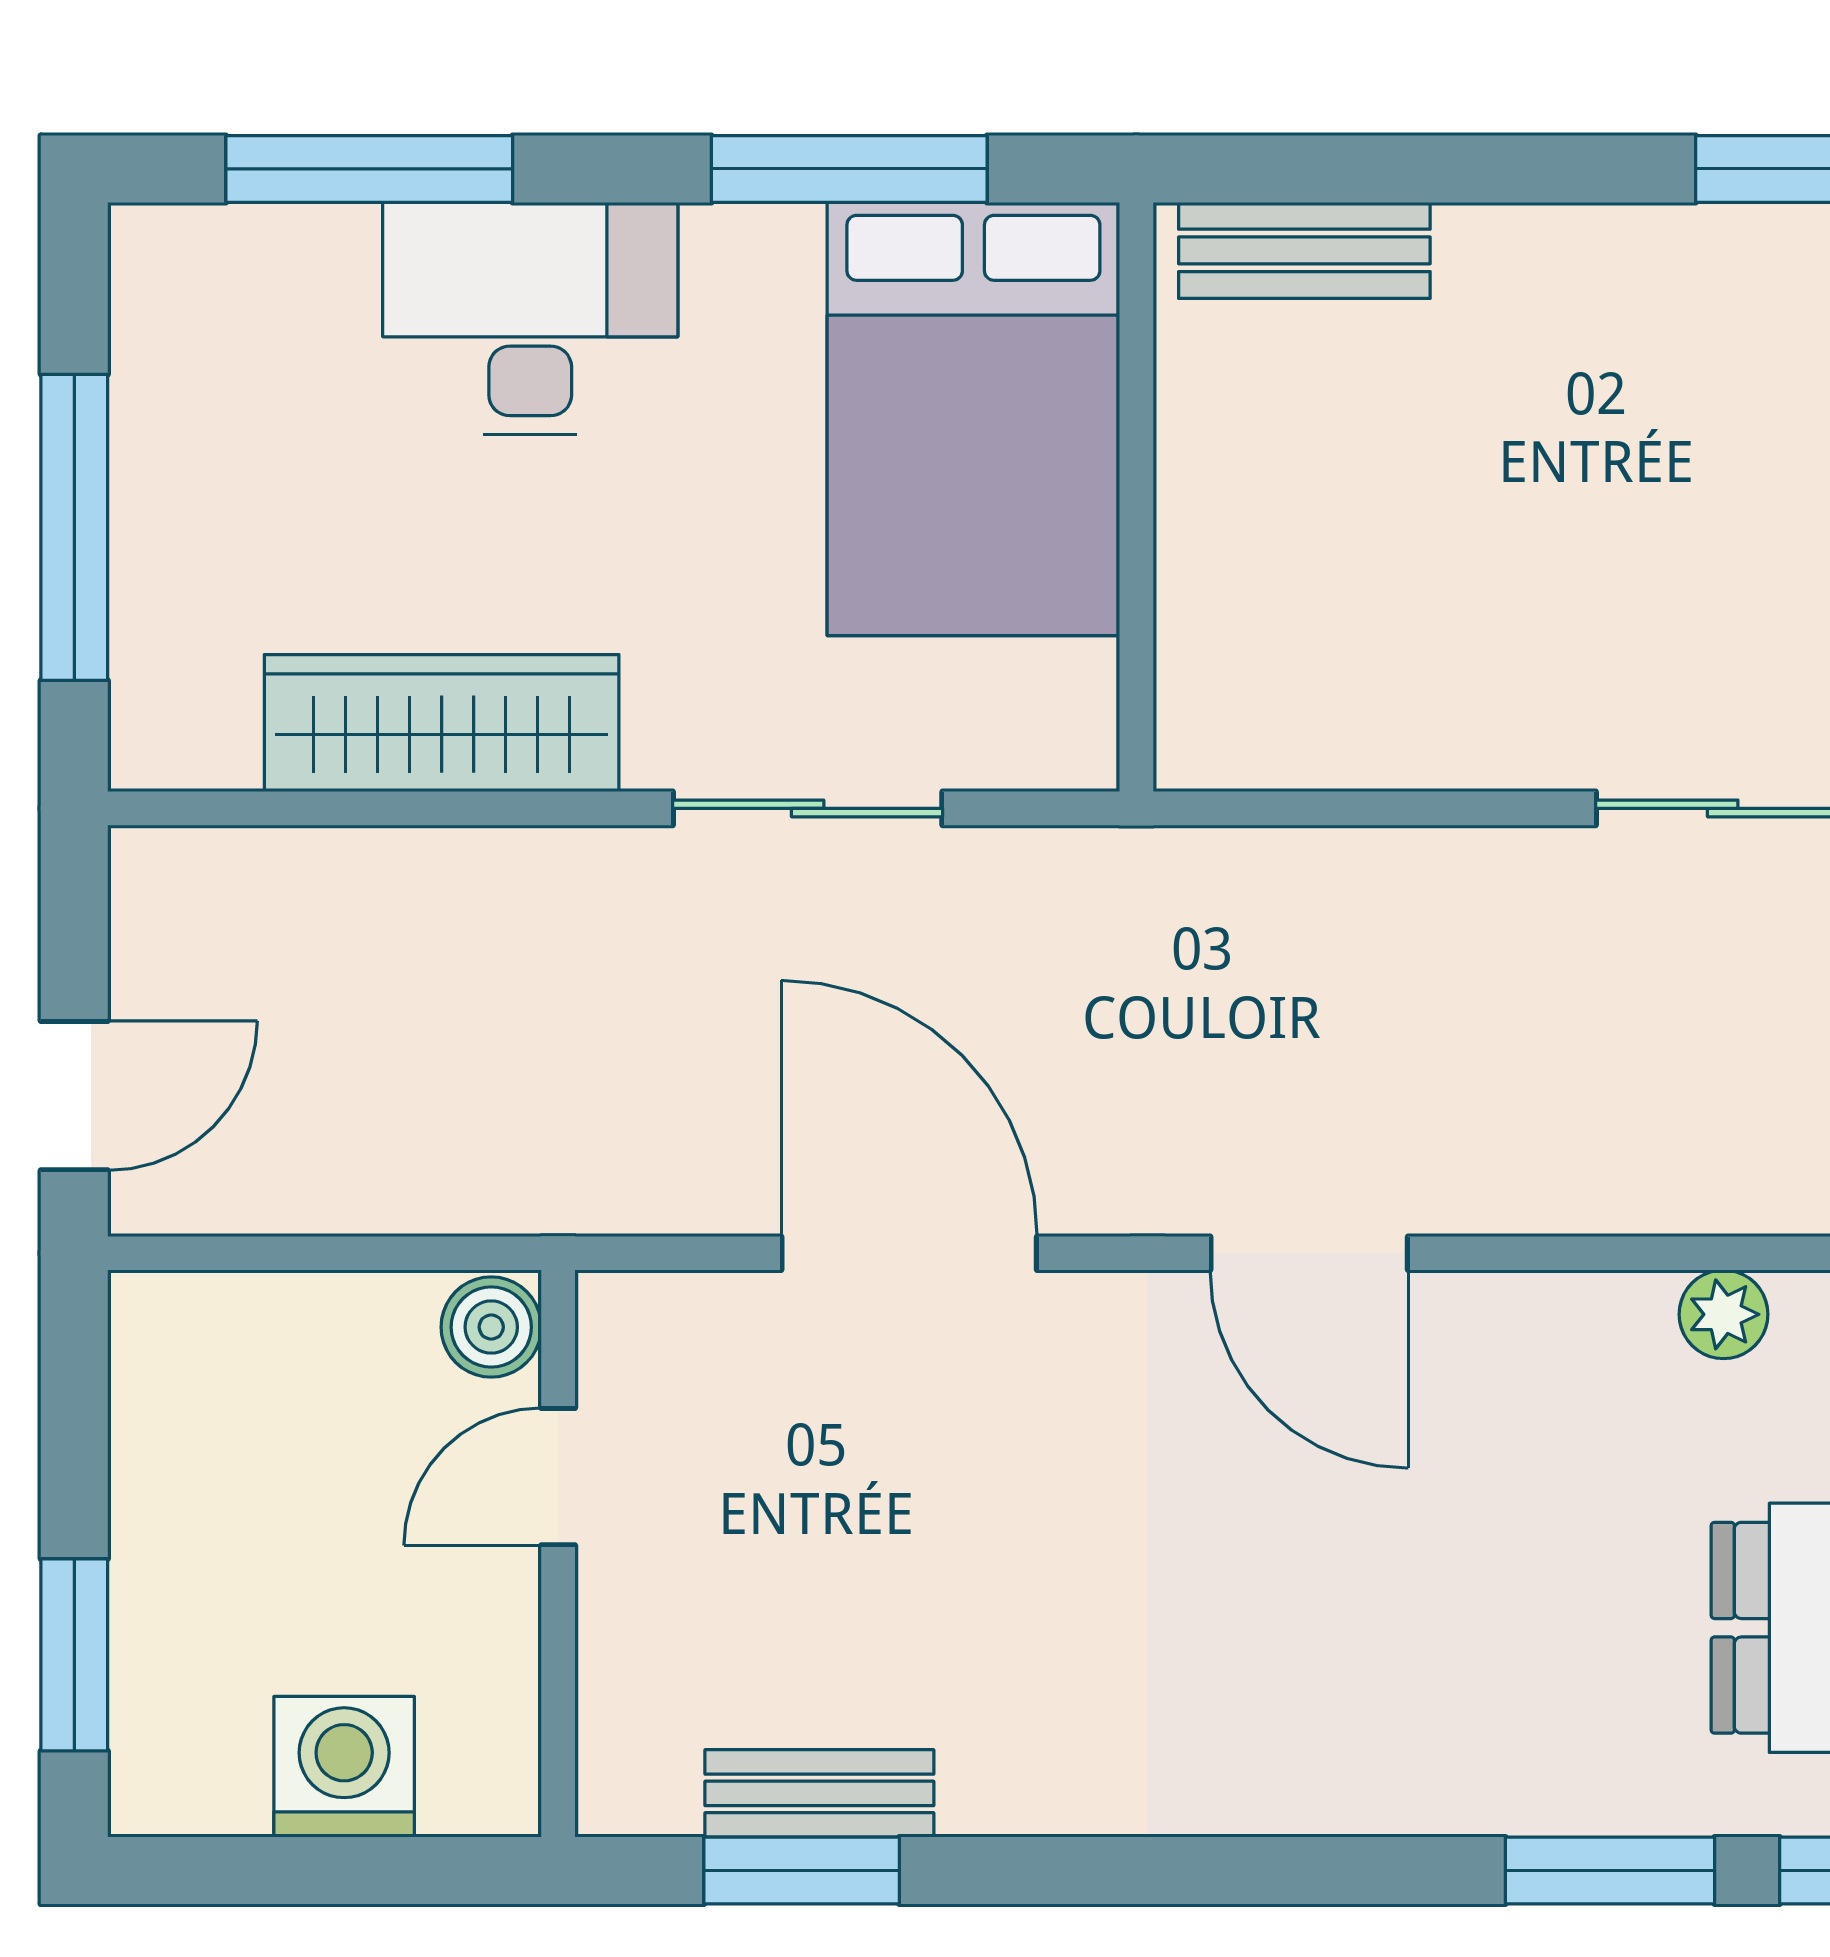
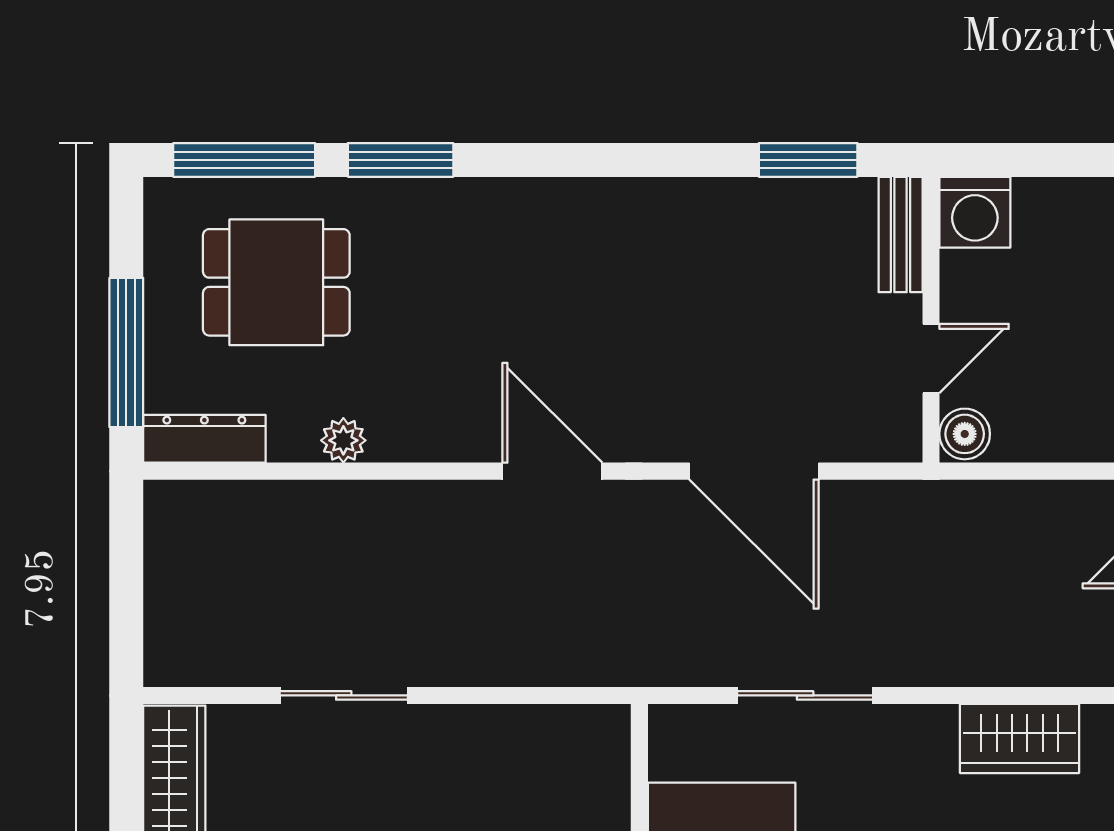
wardrobe: (442, 723) -> (1020, 738), width x0.67
washing machine: (344, 1767) -> (975, 212), moved
bench: (819, 1793) -> (901, 234), moved, turned 90

